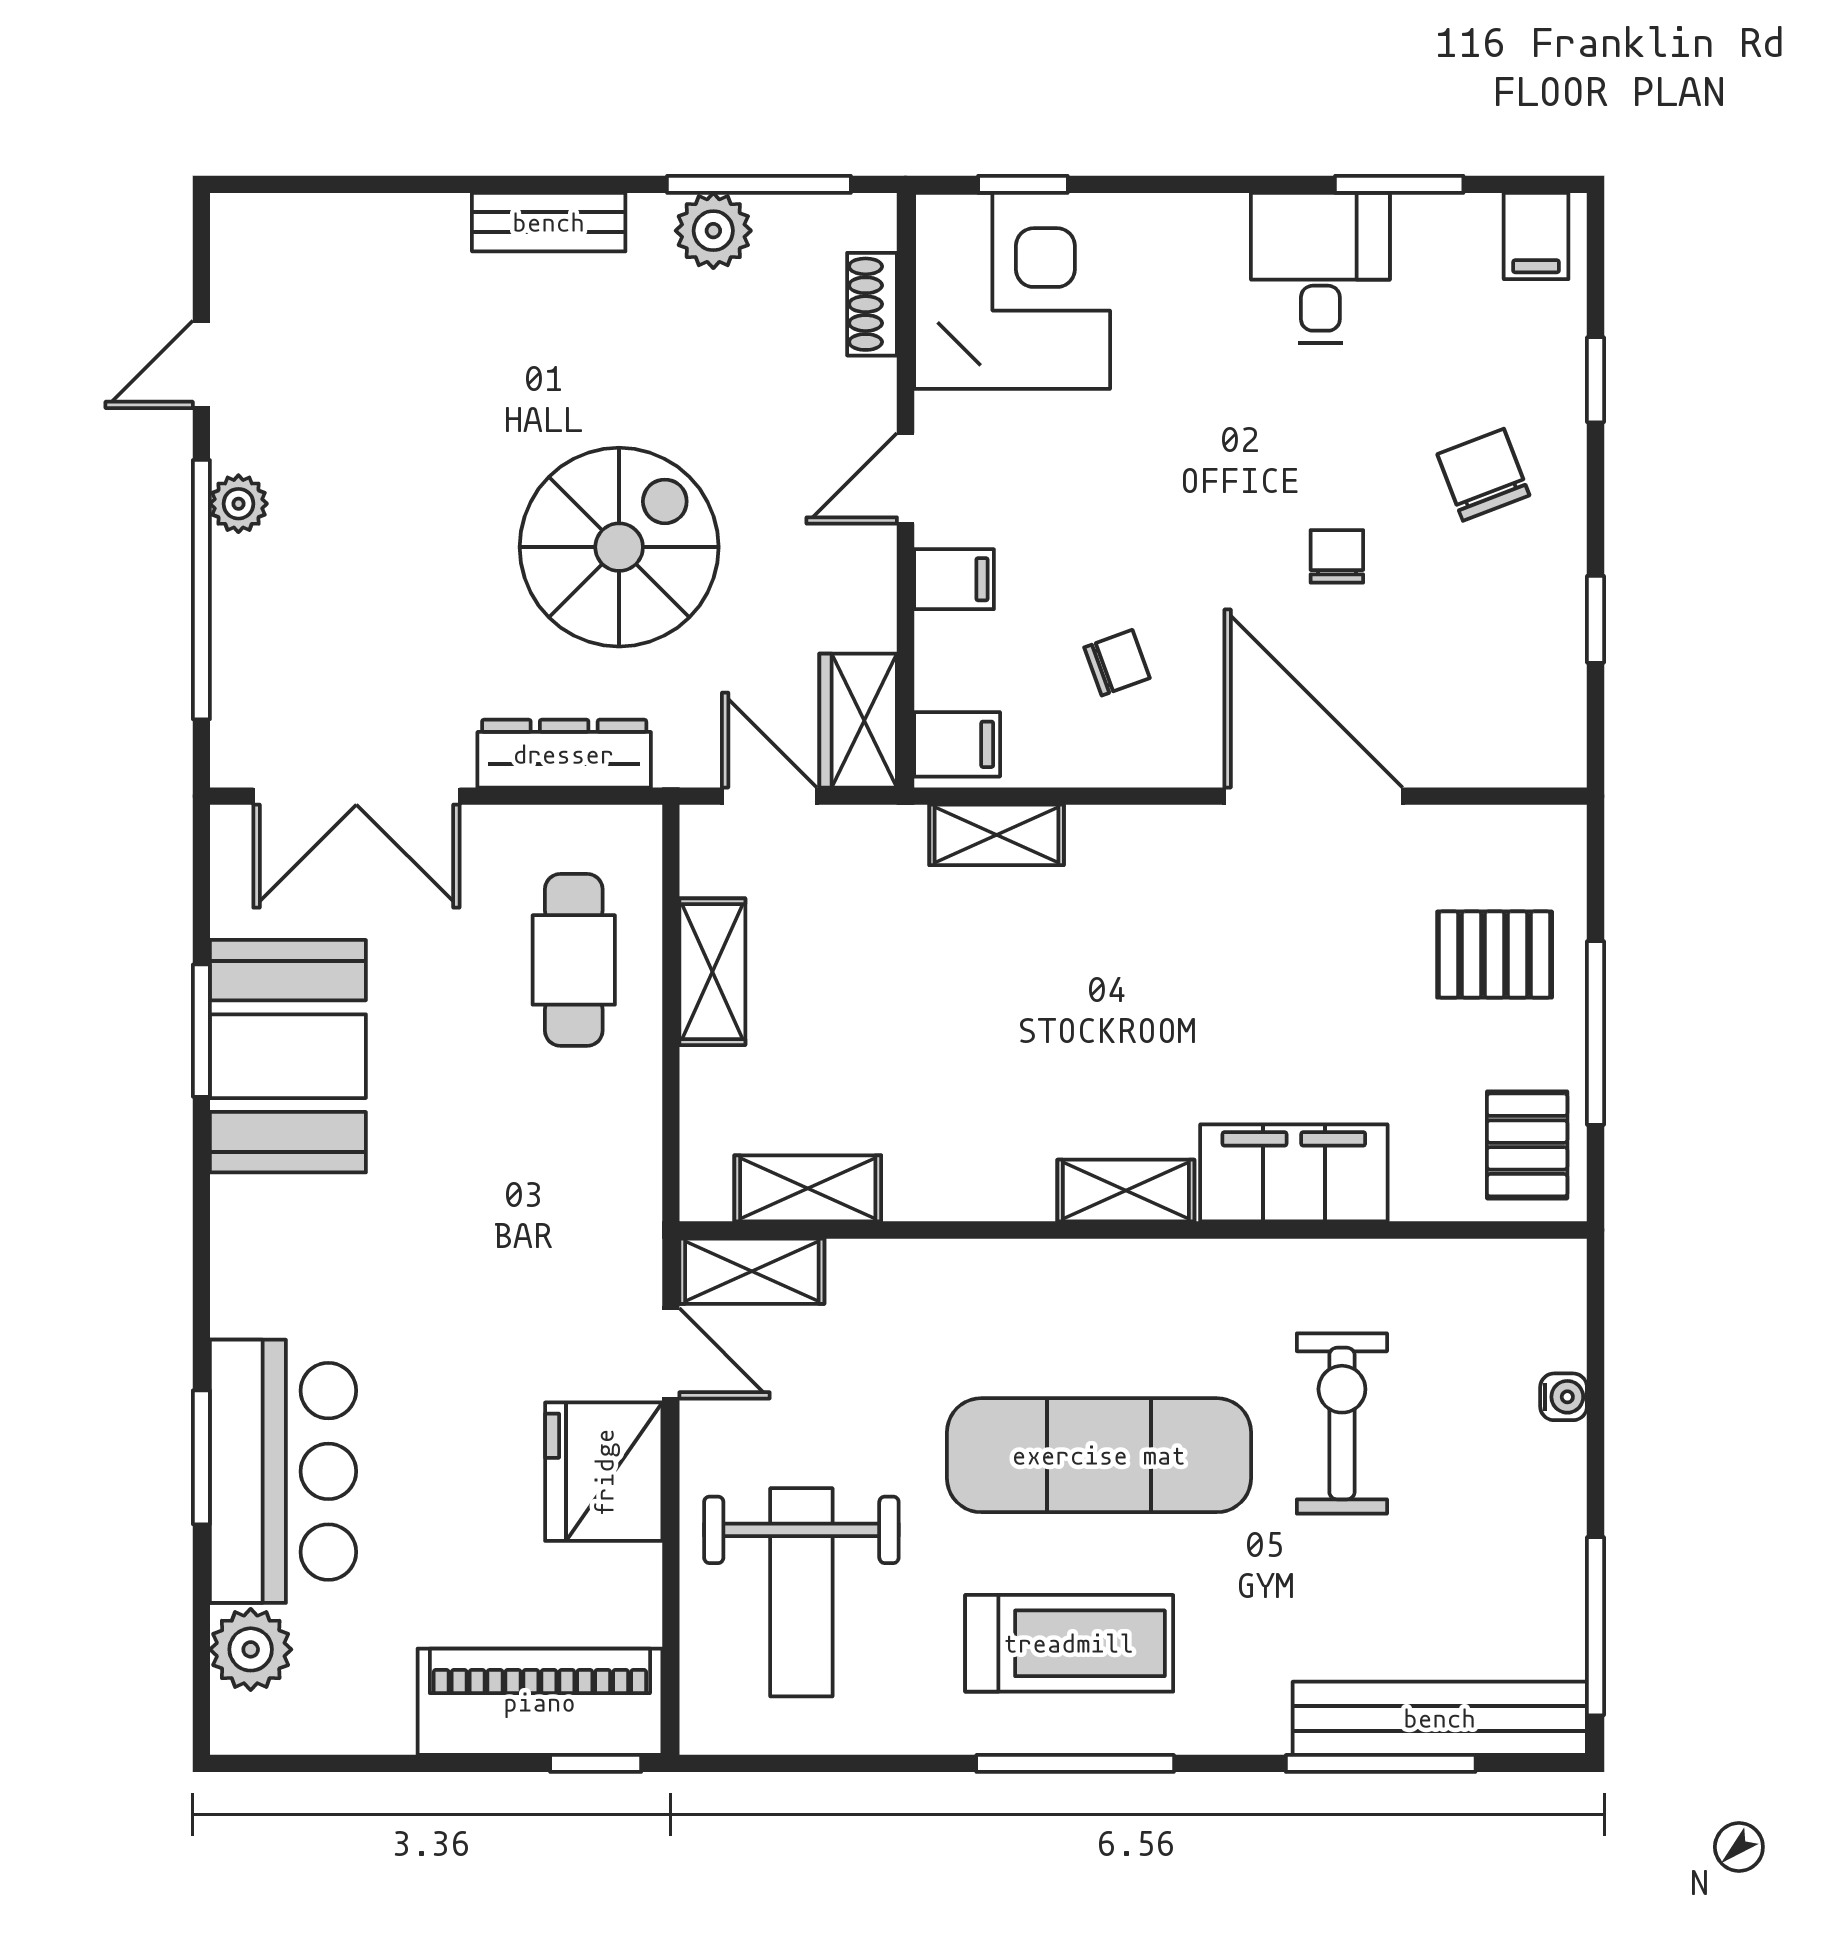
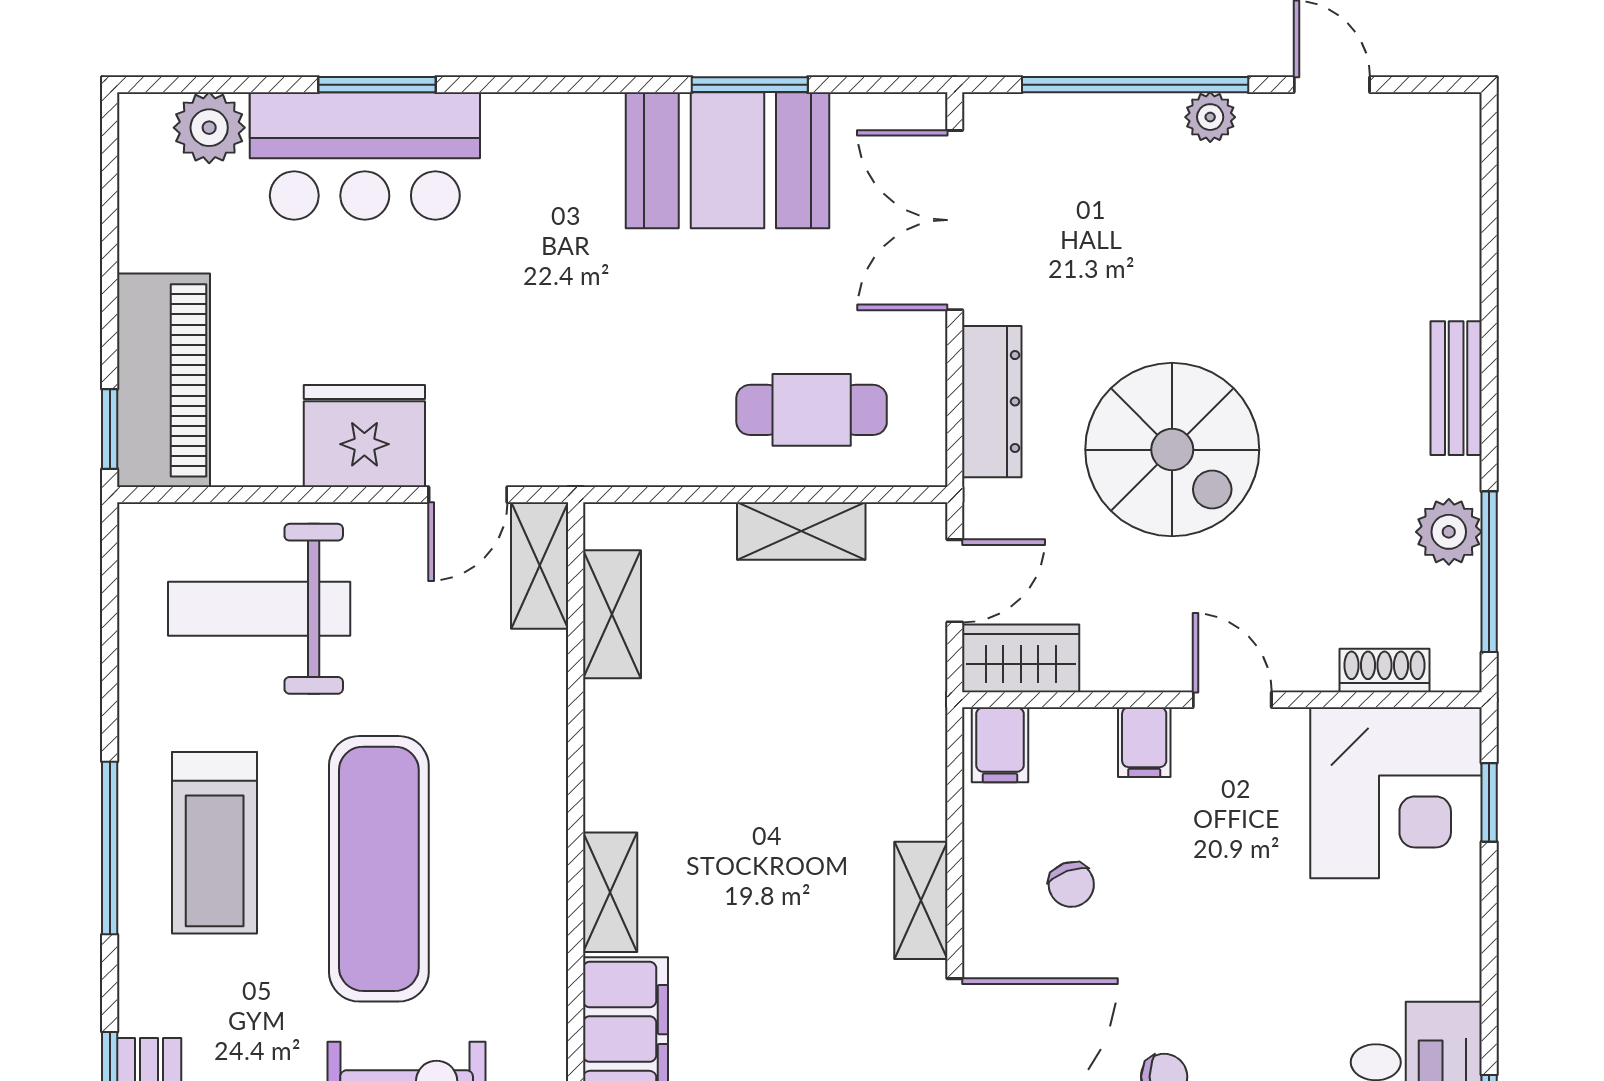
shelving: (997, 835) -> (921, 900), moved

